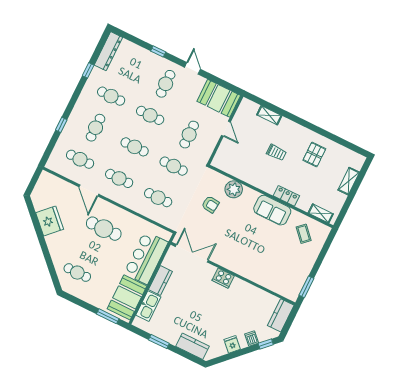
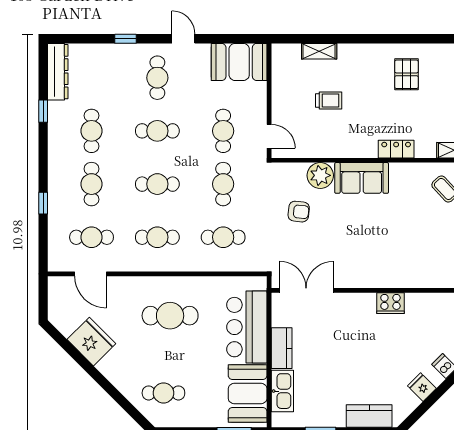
cafe table: (111, 96) -> (92, 131), turned 90
door: (226, 129) -> (269, 136), moved
trolley: (276, 153) -> (329, 100), moved
cafe table: (174, 166) -> (223, 184), turned 90
door: (89, 190) -> (90, 274), moved
sofa: (272, 210) -> (362, 178), moved
cooker: (223, 278) -> (390, 303), moved

